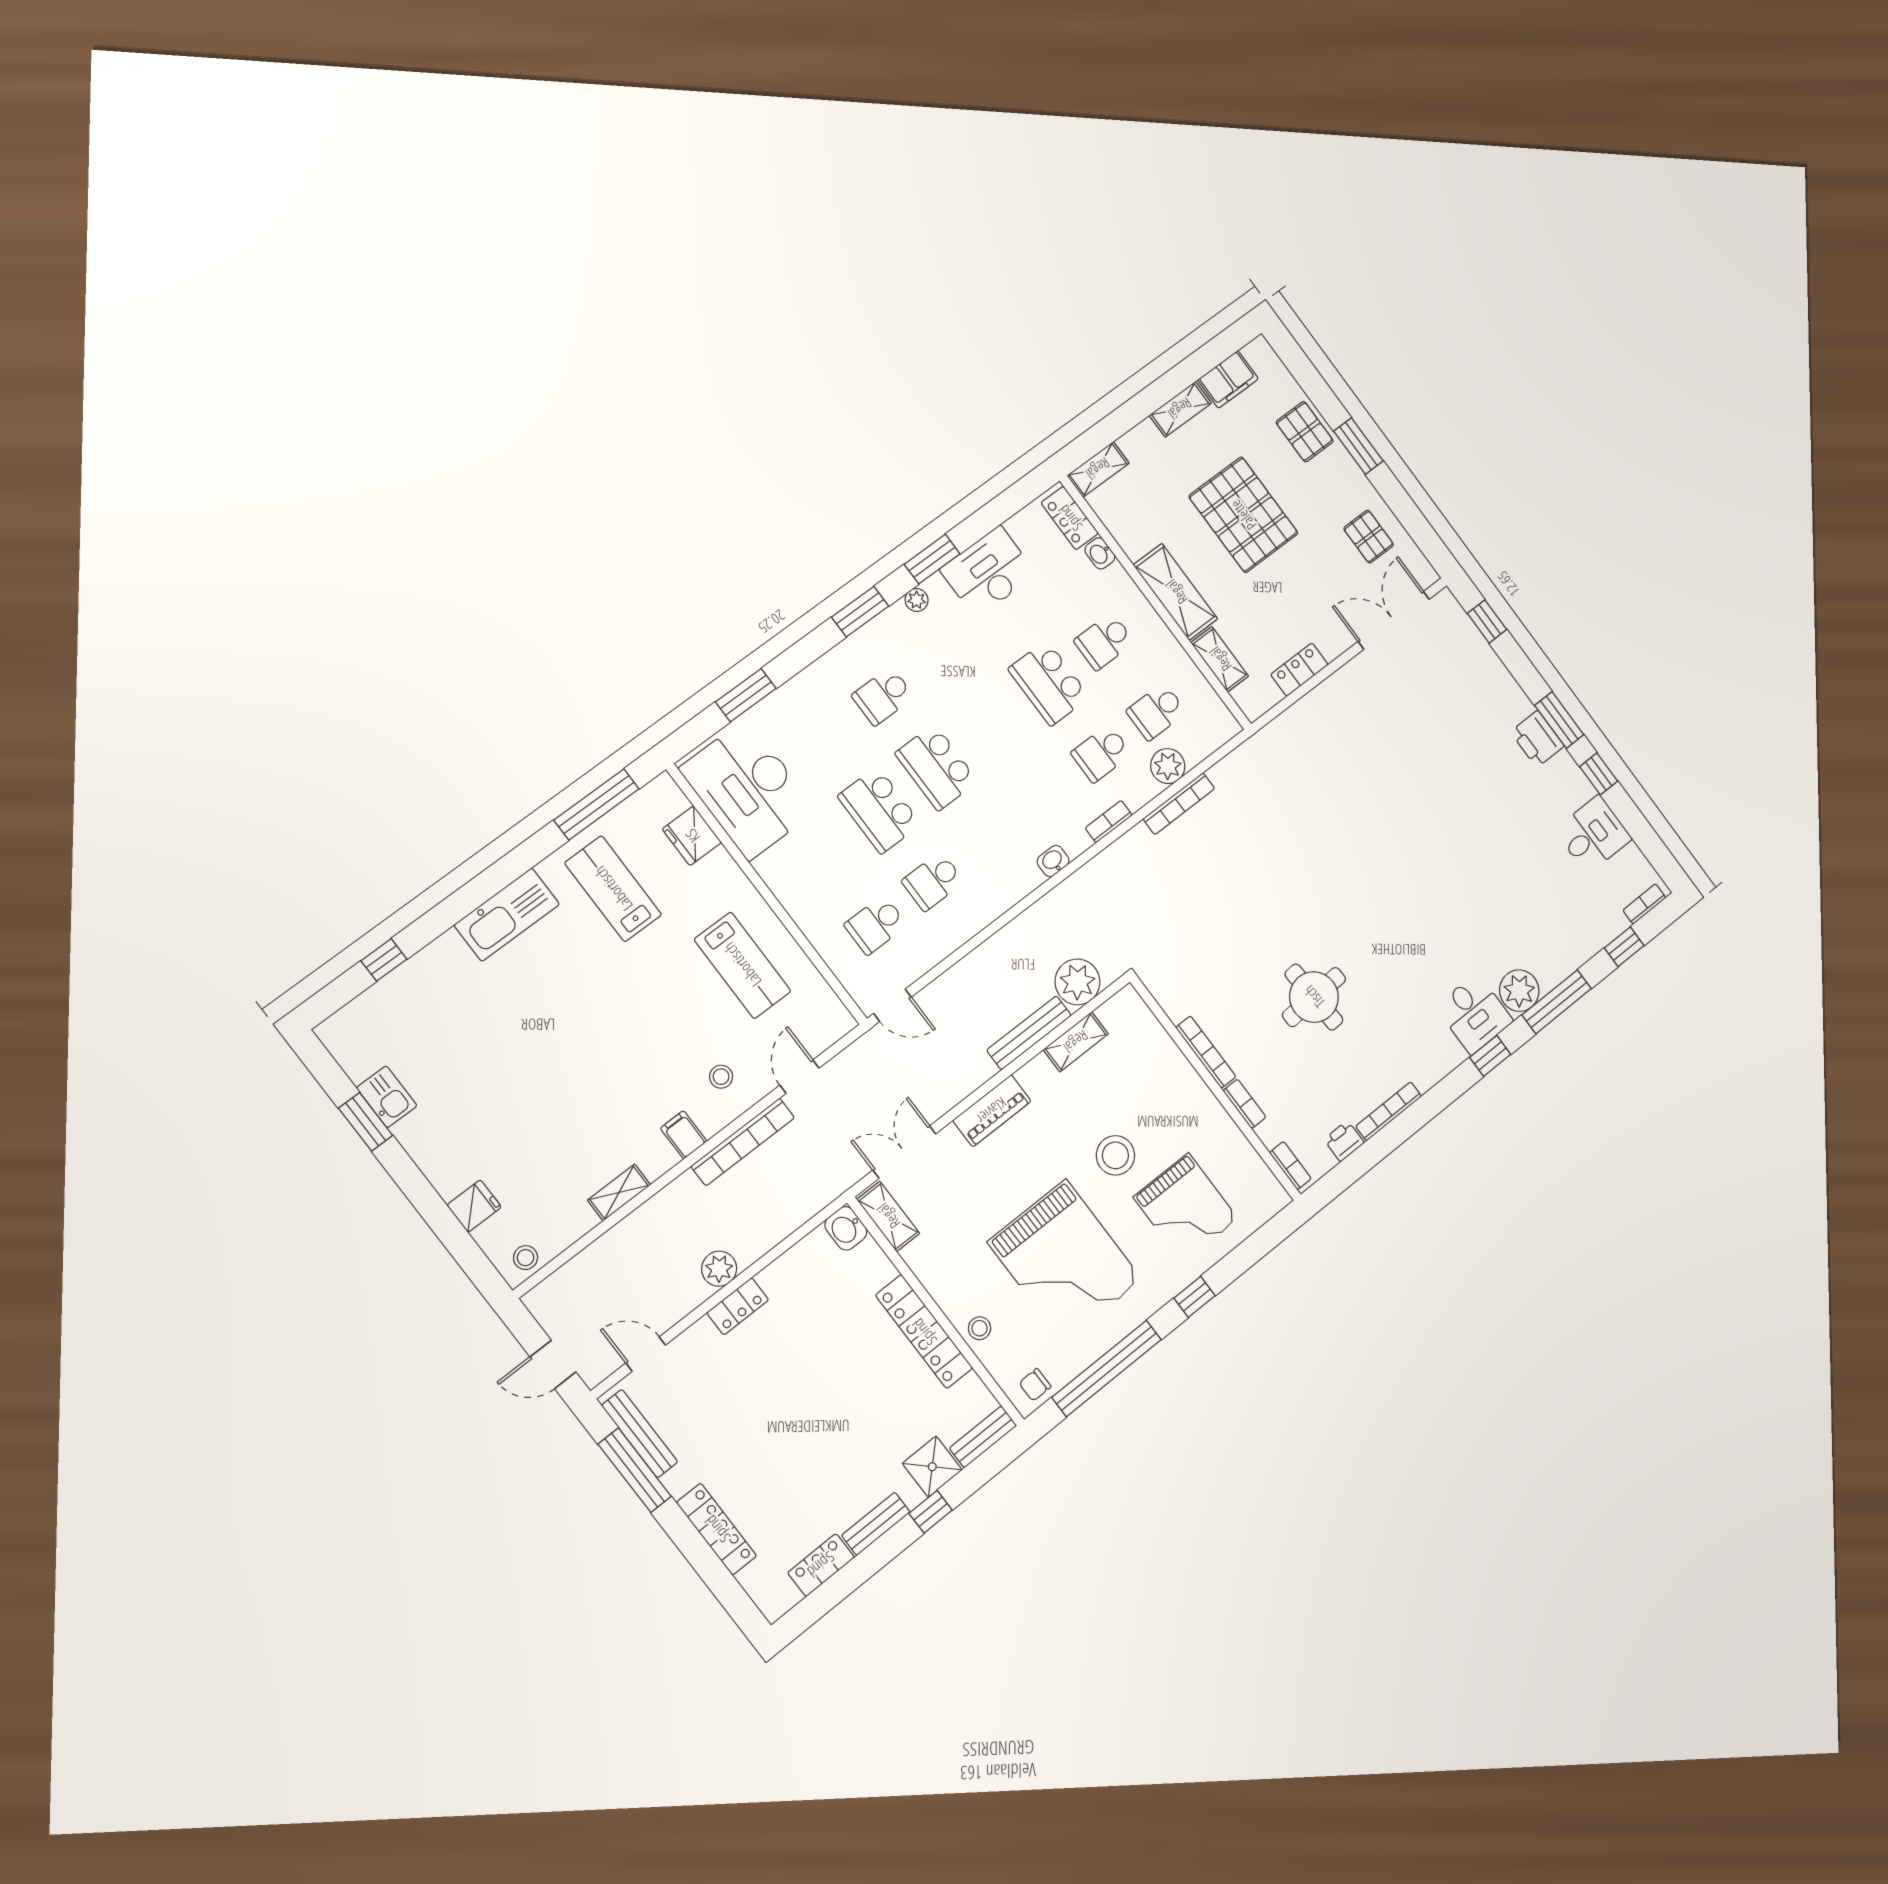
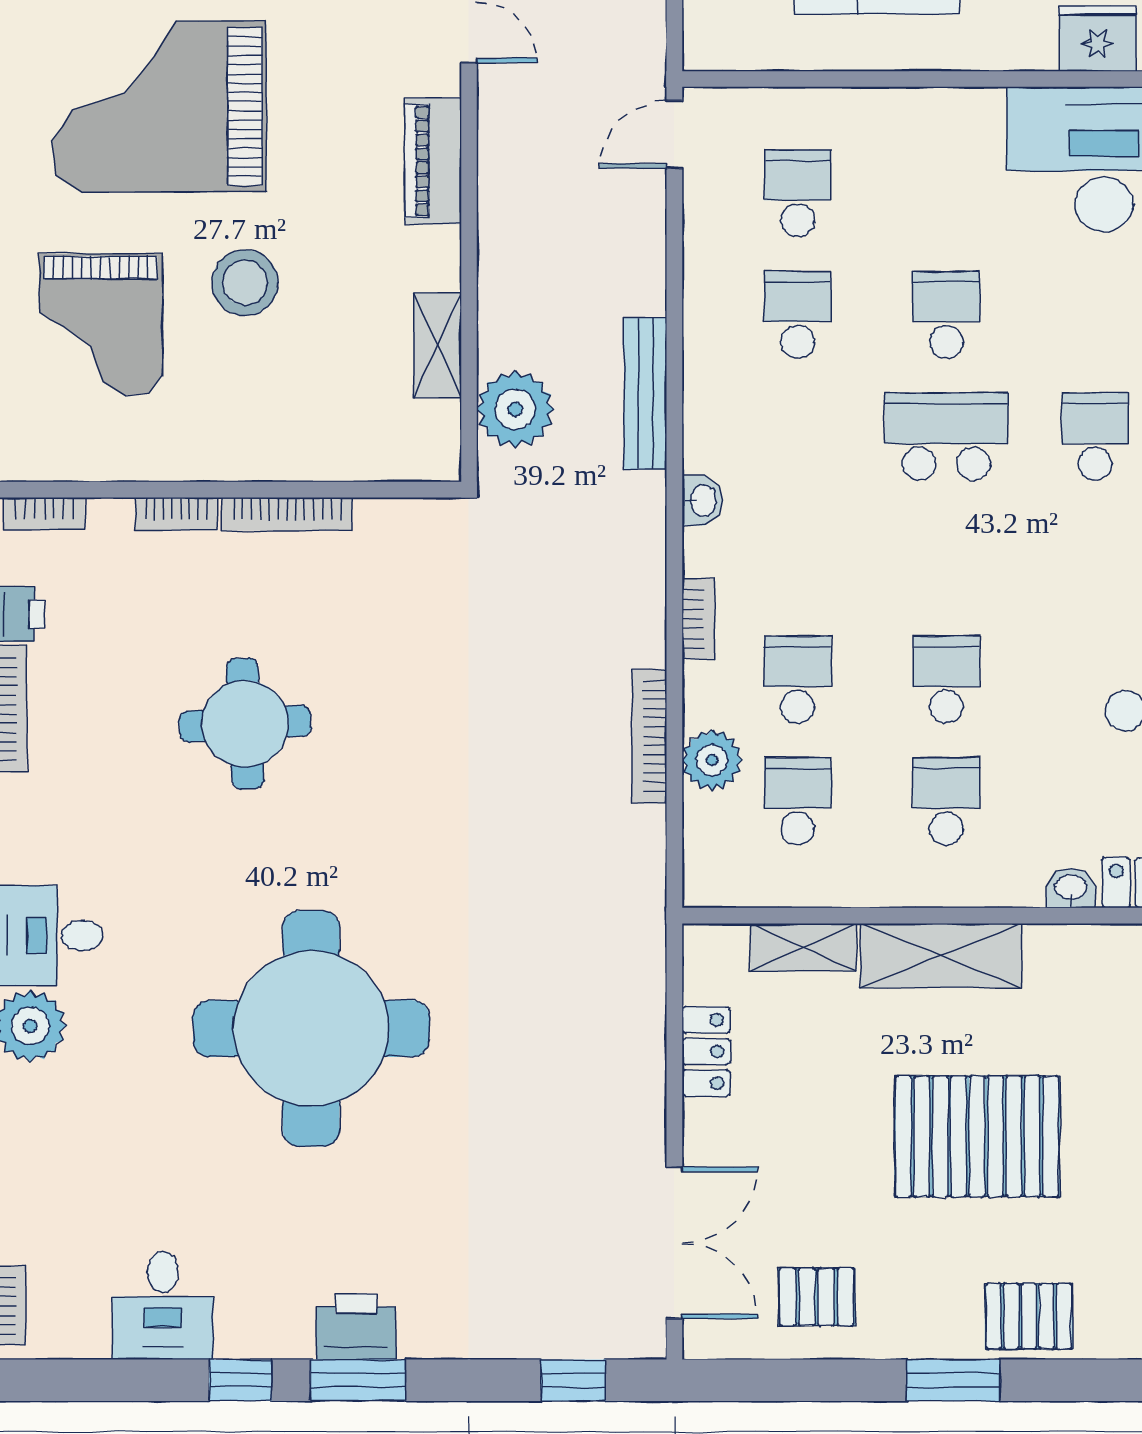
school desk: (1049, 683) -> (946, 680), width x0.54
school desk: (879, 810) -> (946, 315), width x0.54
round table: (1425, 861) -> (311, 1029), added
bench: (1029, 1033) -> (645, 394), moved
grand piano: (1186, 1208) -> (101, 325), turned -90

